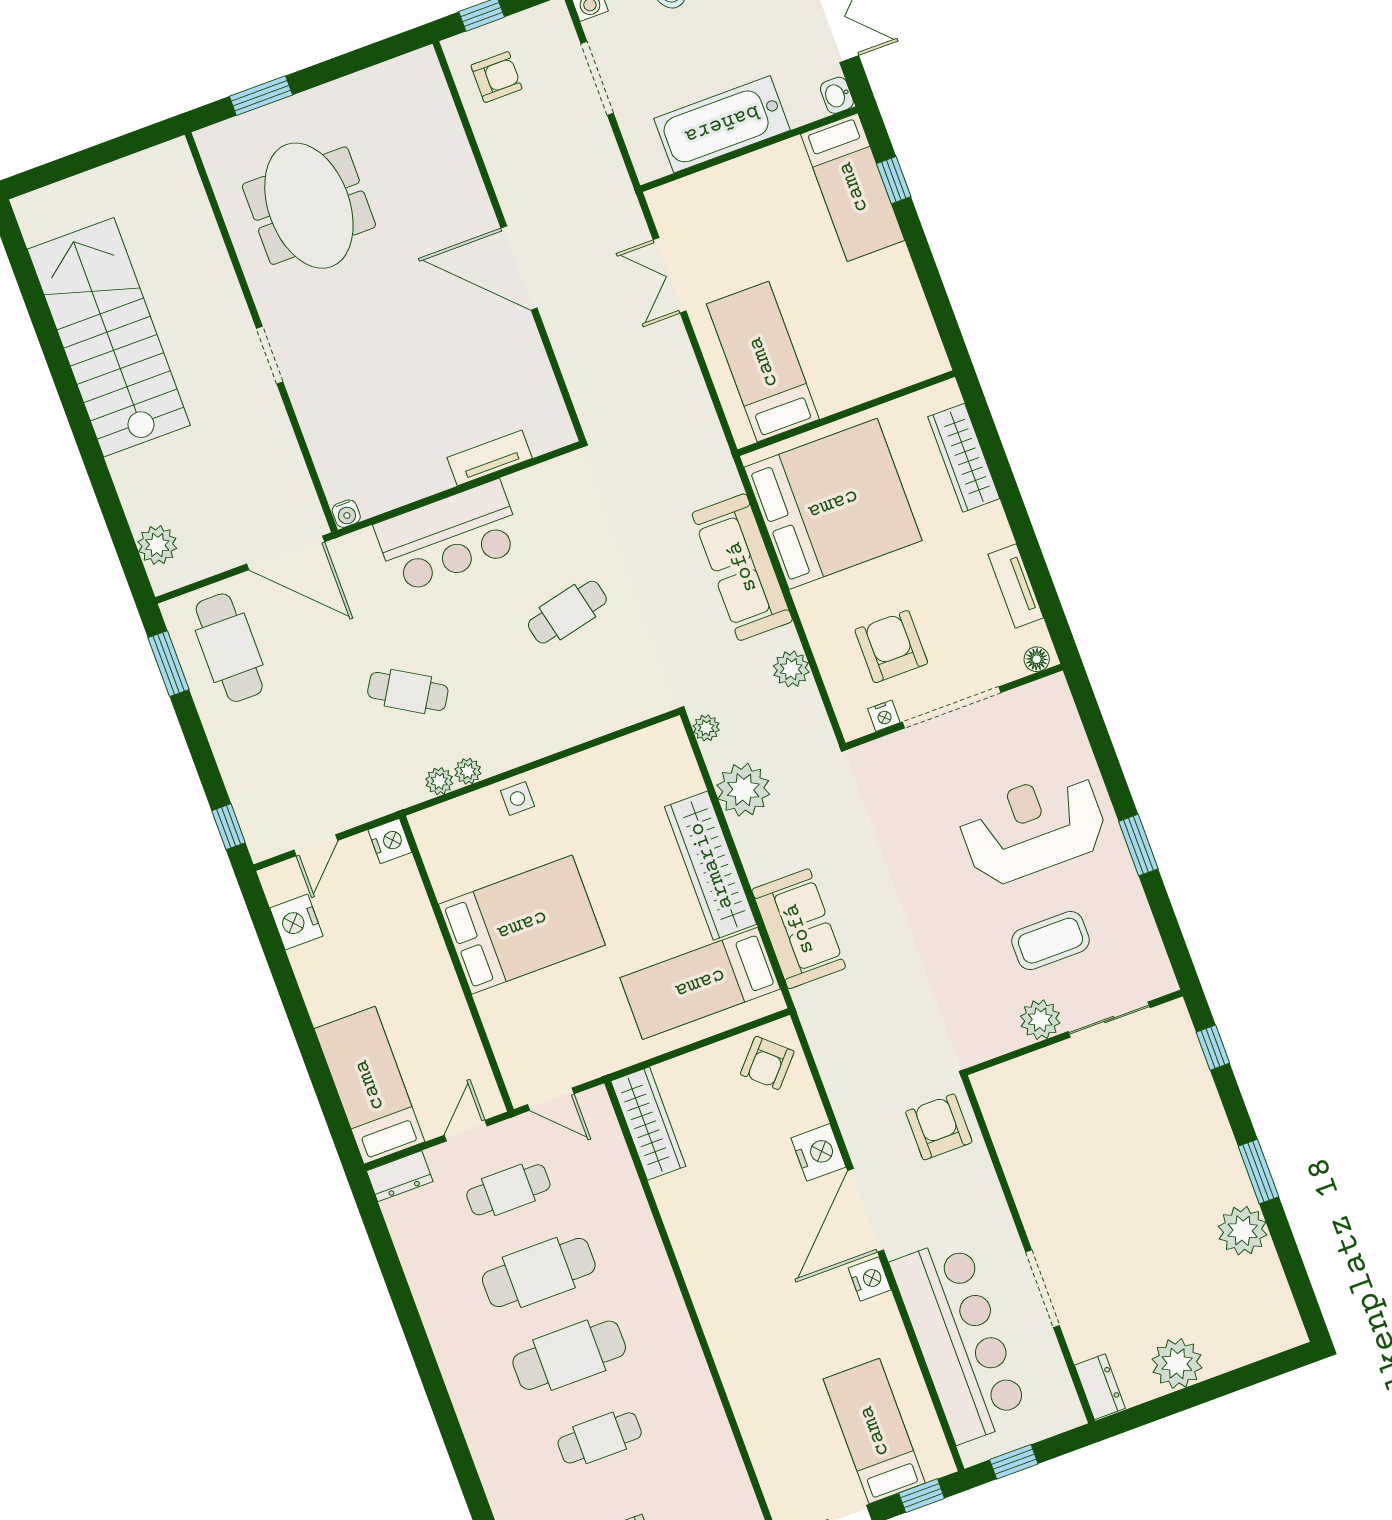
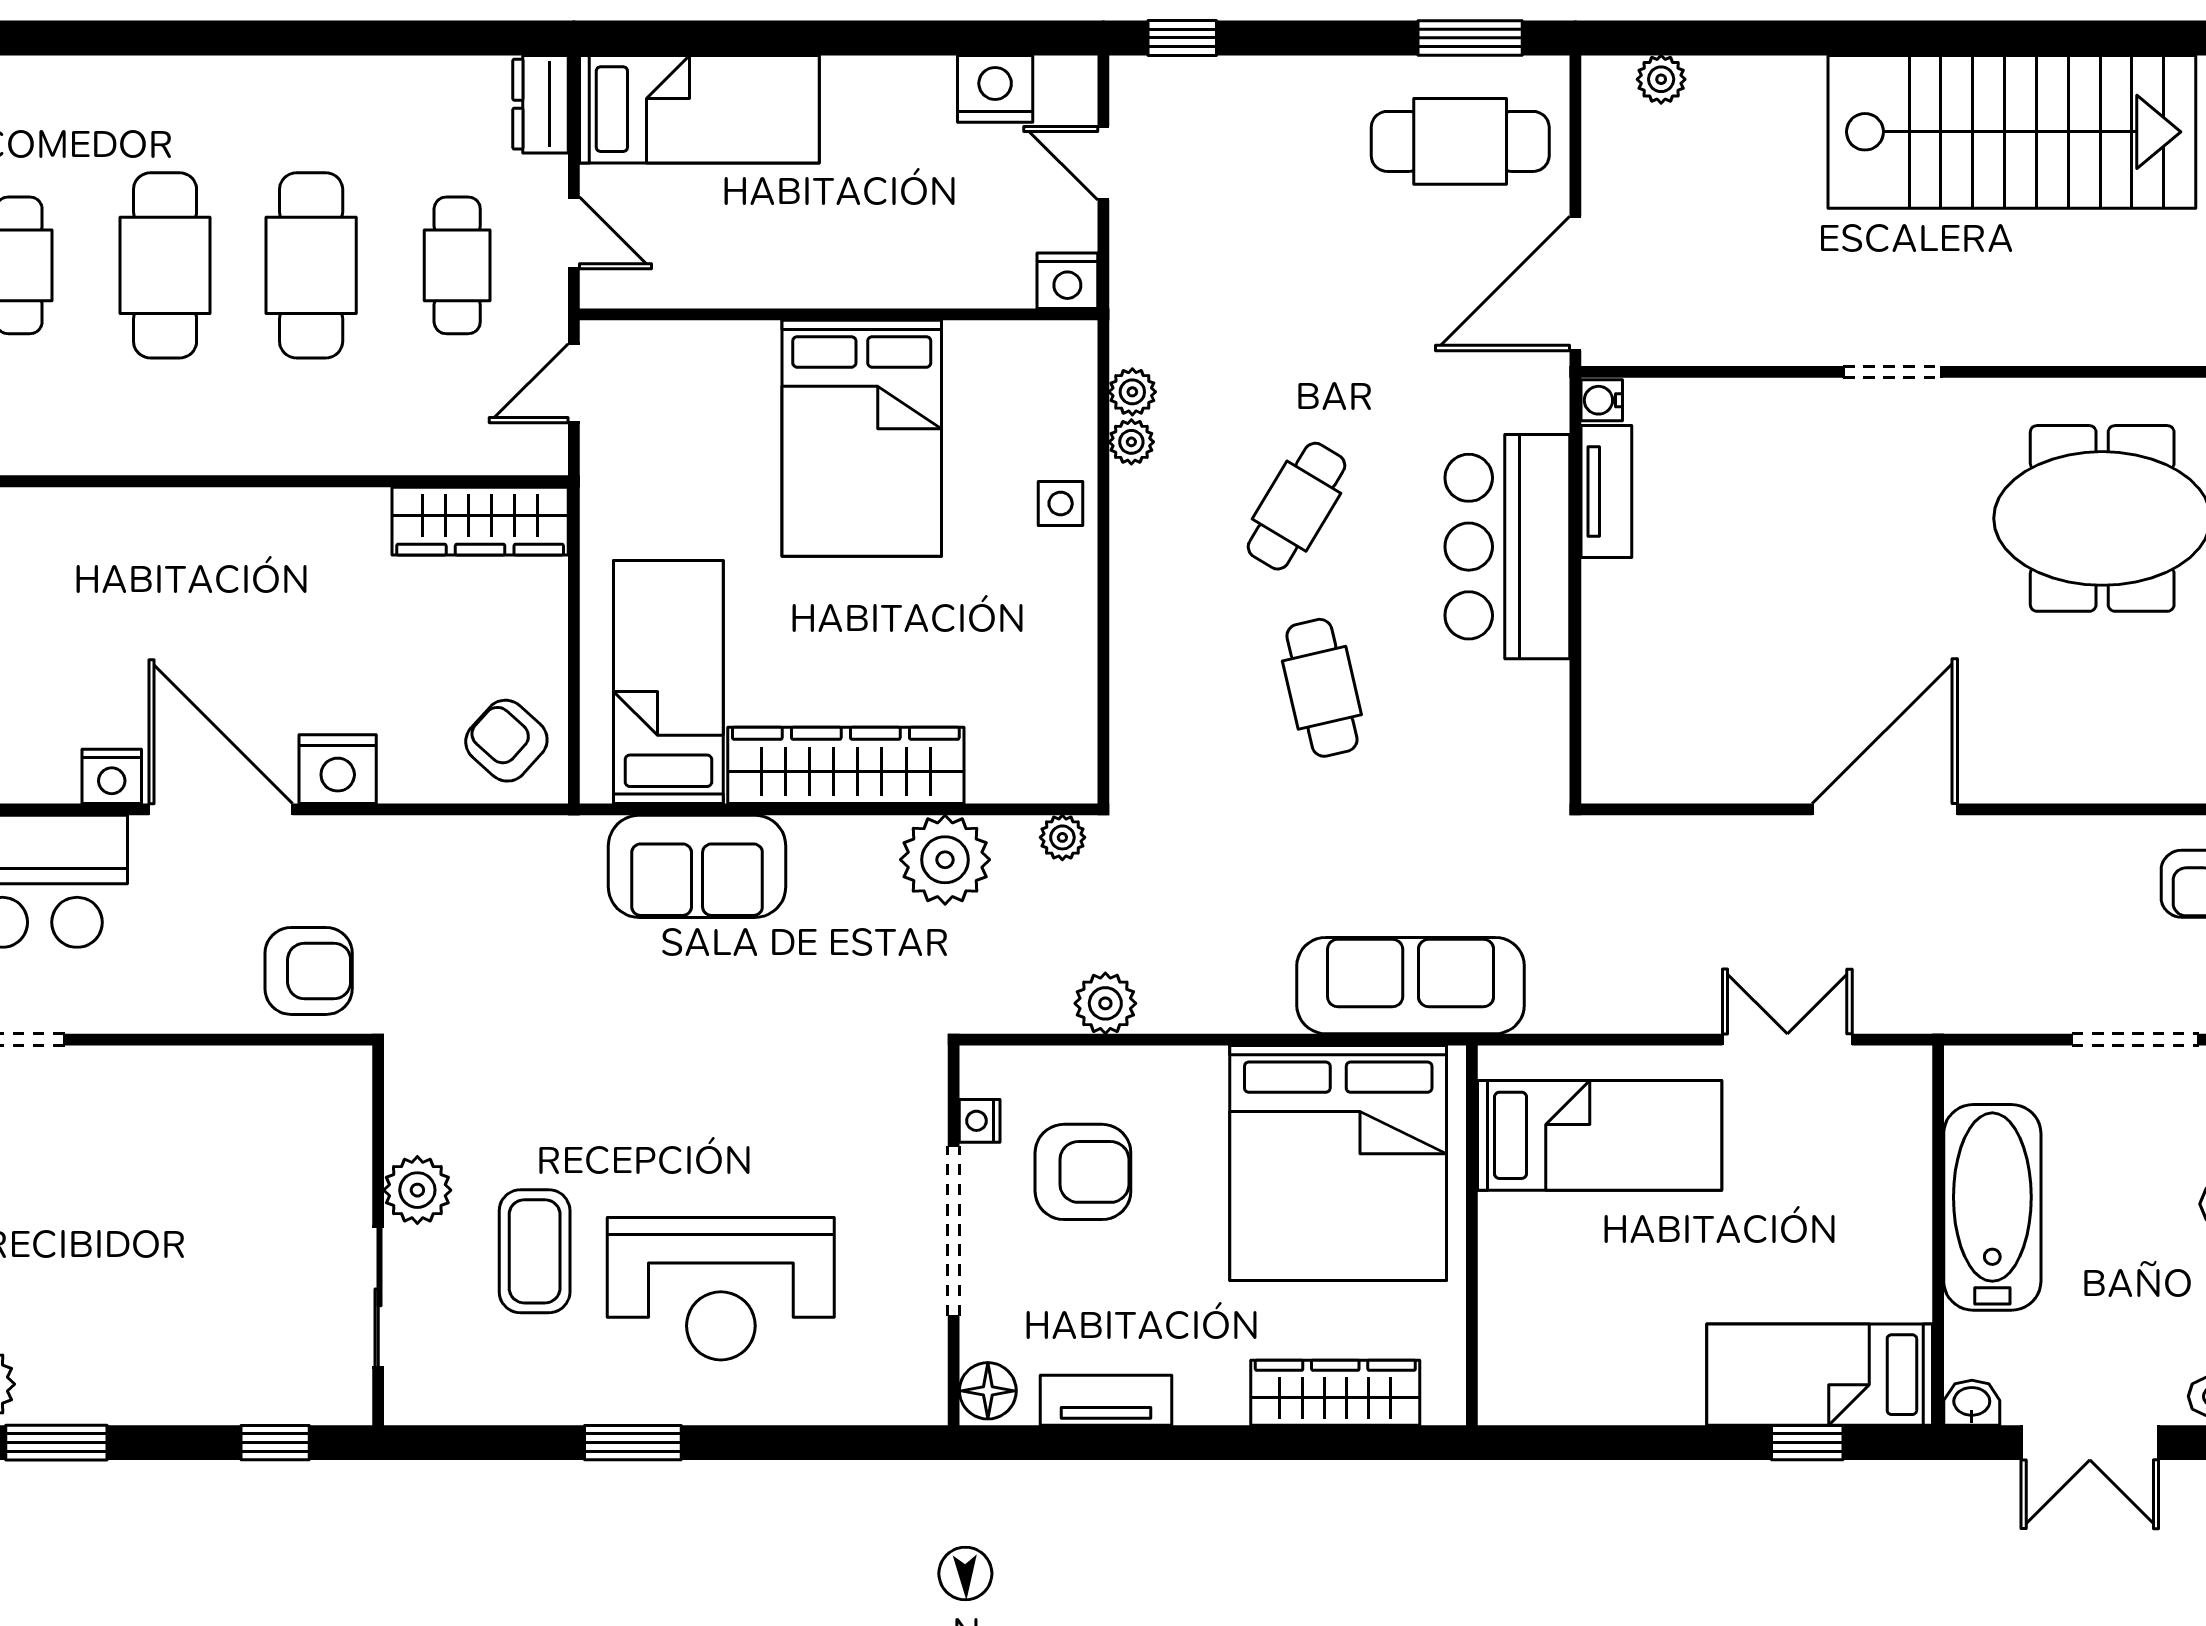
tv unit: (490, 458) -> (1606, 491), moved
plant: (157, 545) -> (1661, 79), width x0.73, depth x0.73
sofa: (742, 567) -> (1411, 986), moved
floor lamp: (1037, 659) -> (988, 1391), width x1.37, depth x1.37
cafe table: (408, 691) -> (1296, 506), moved
reception desk: (1033, 827) -> (721, 1289), turned 90

